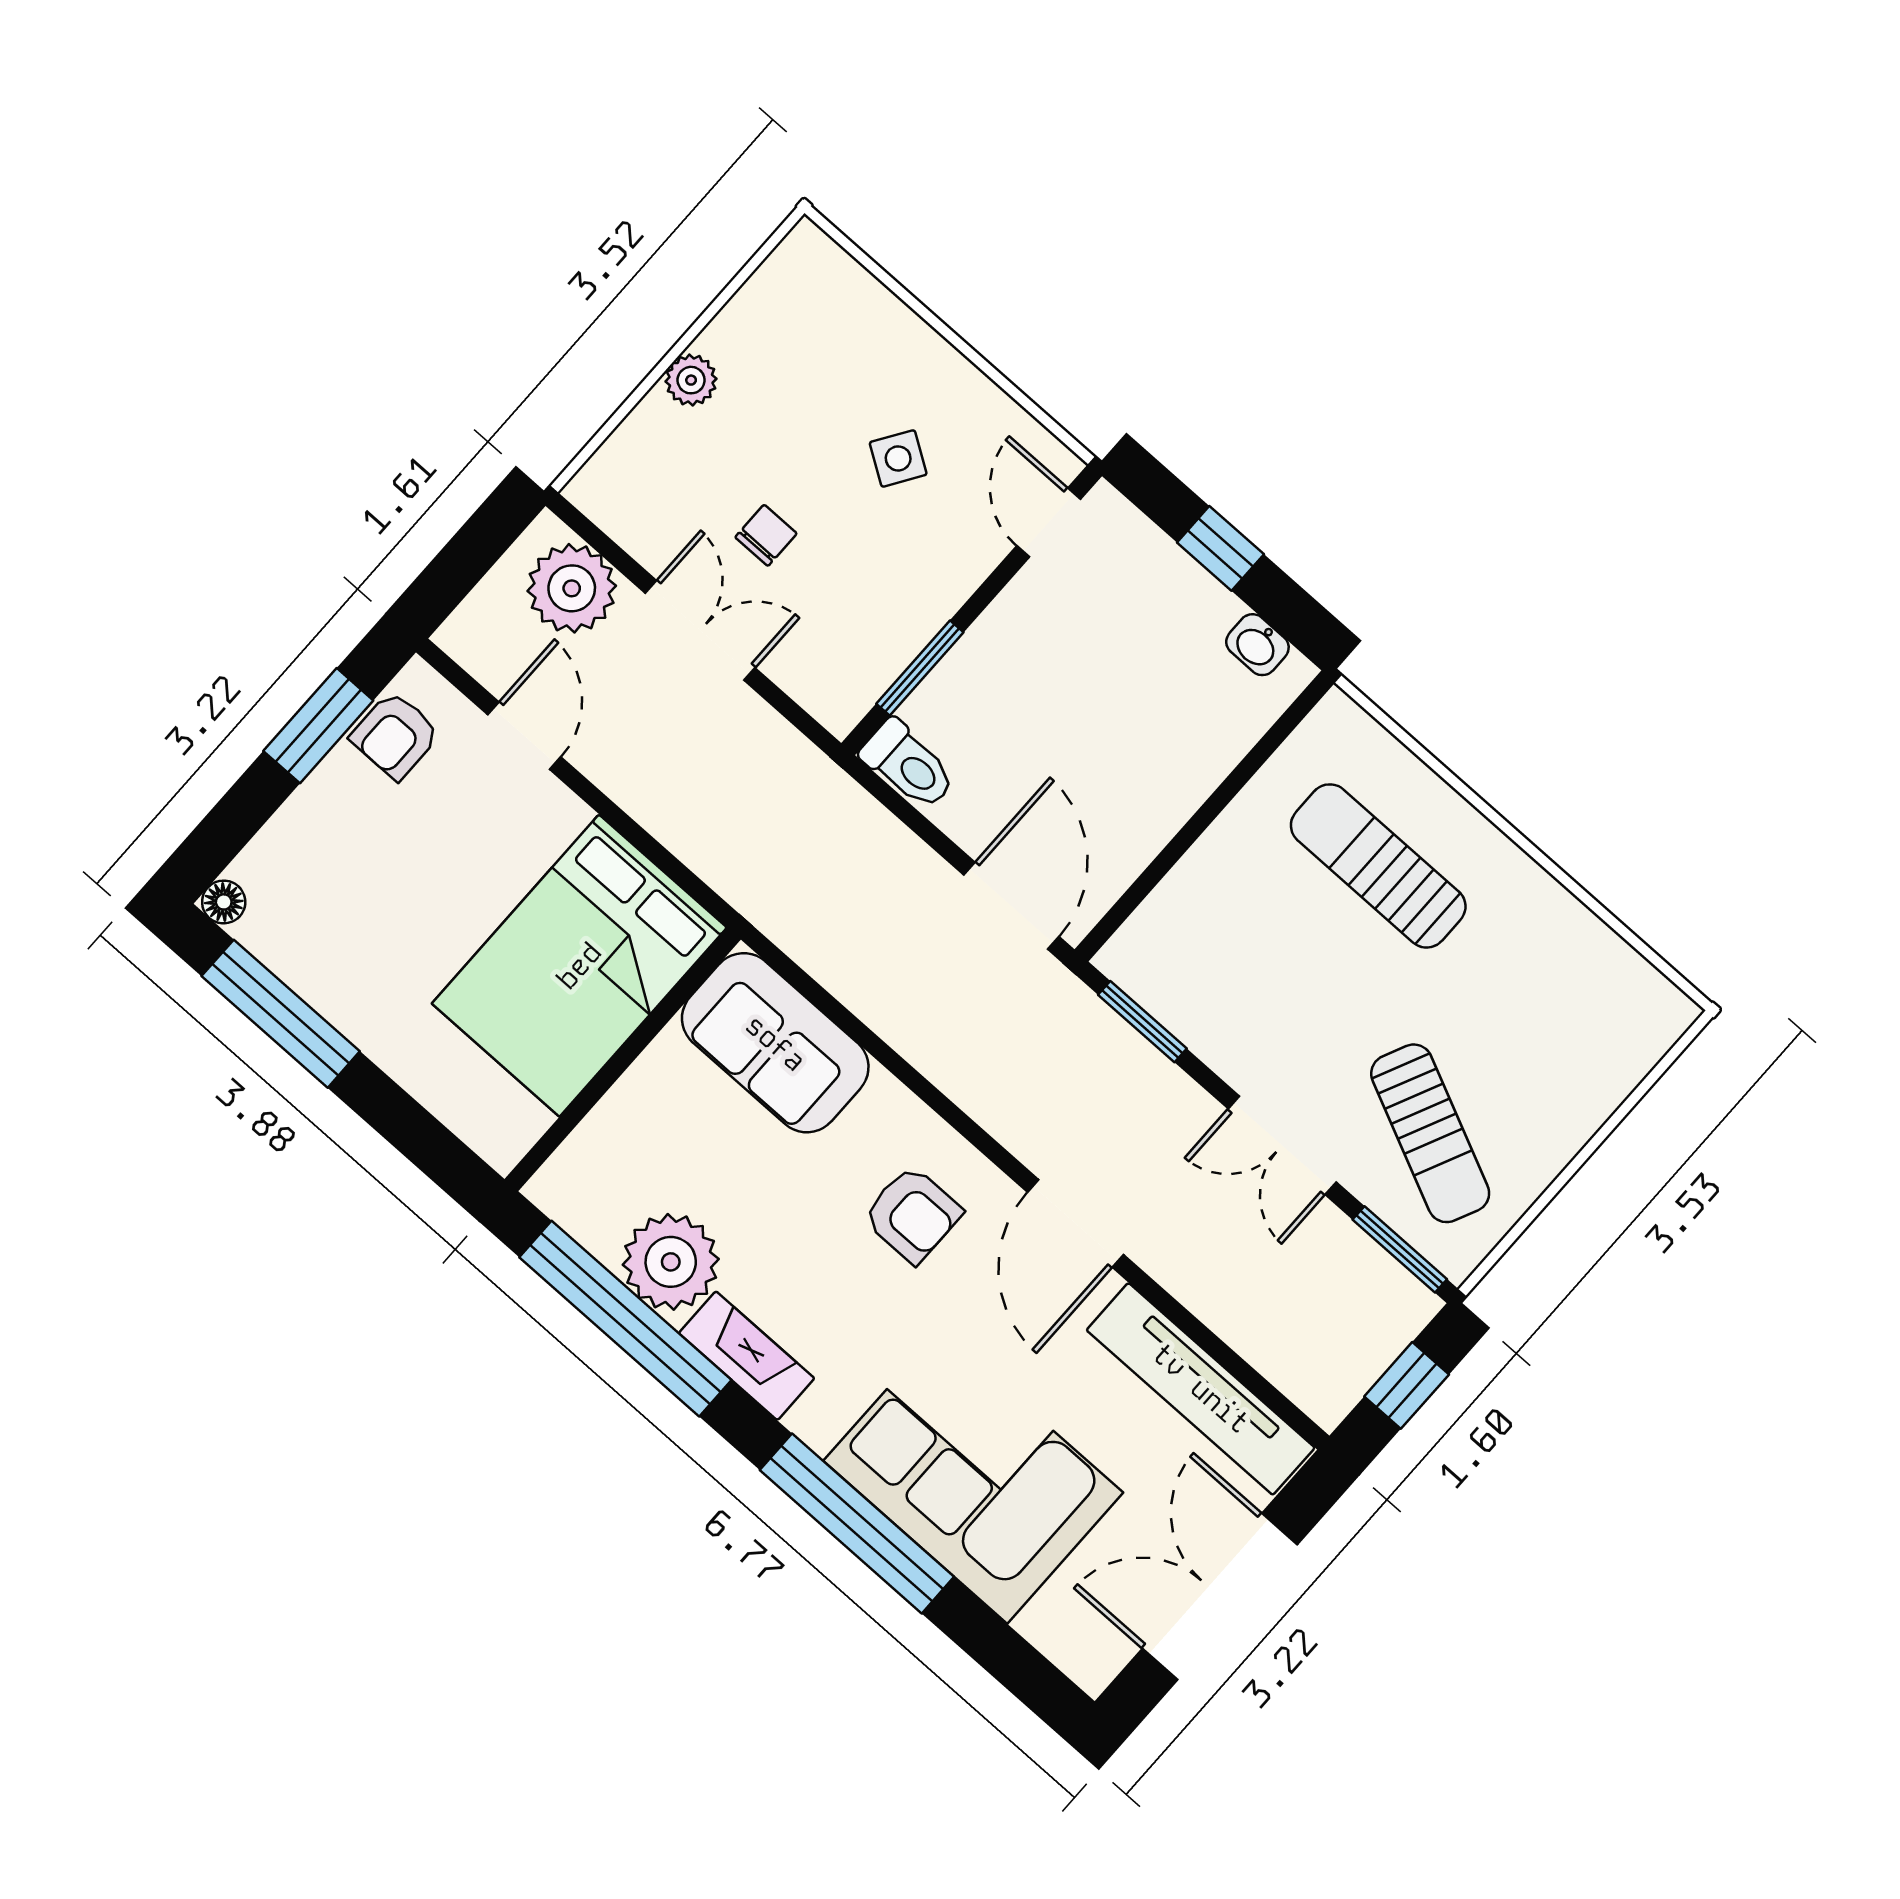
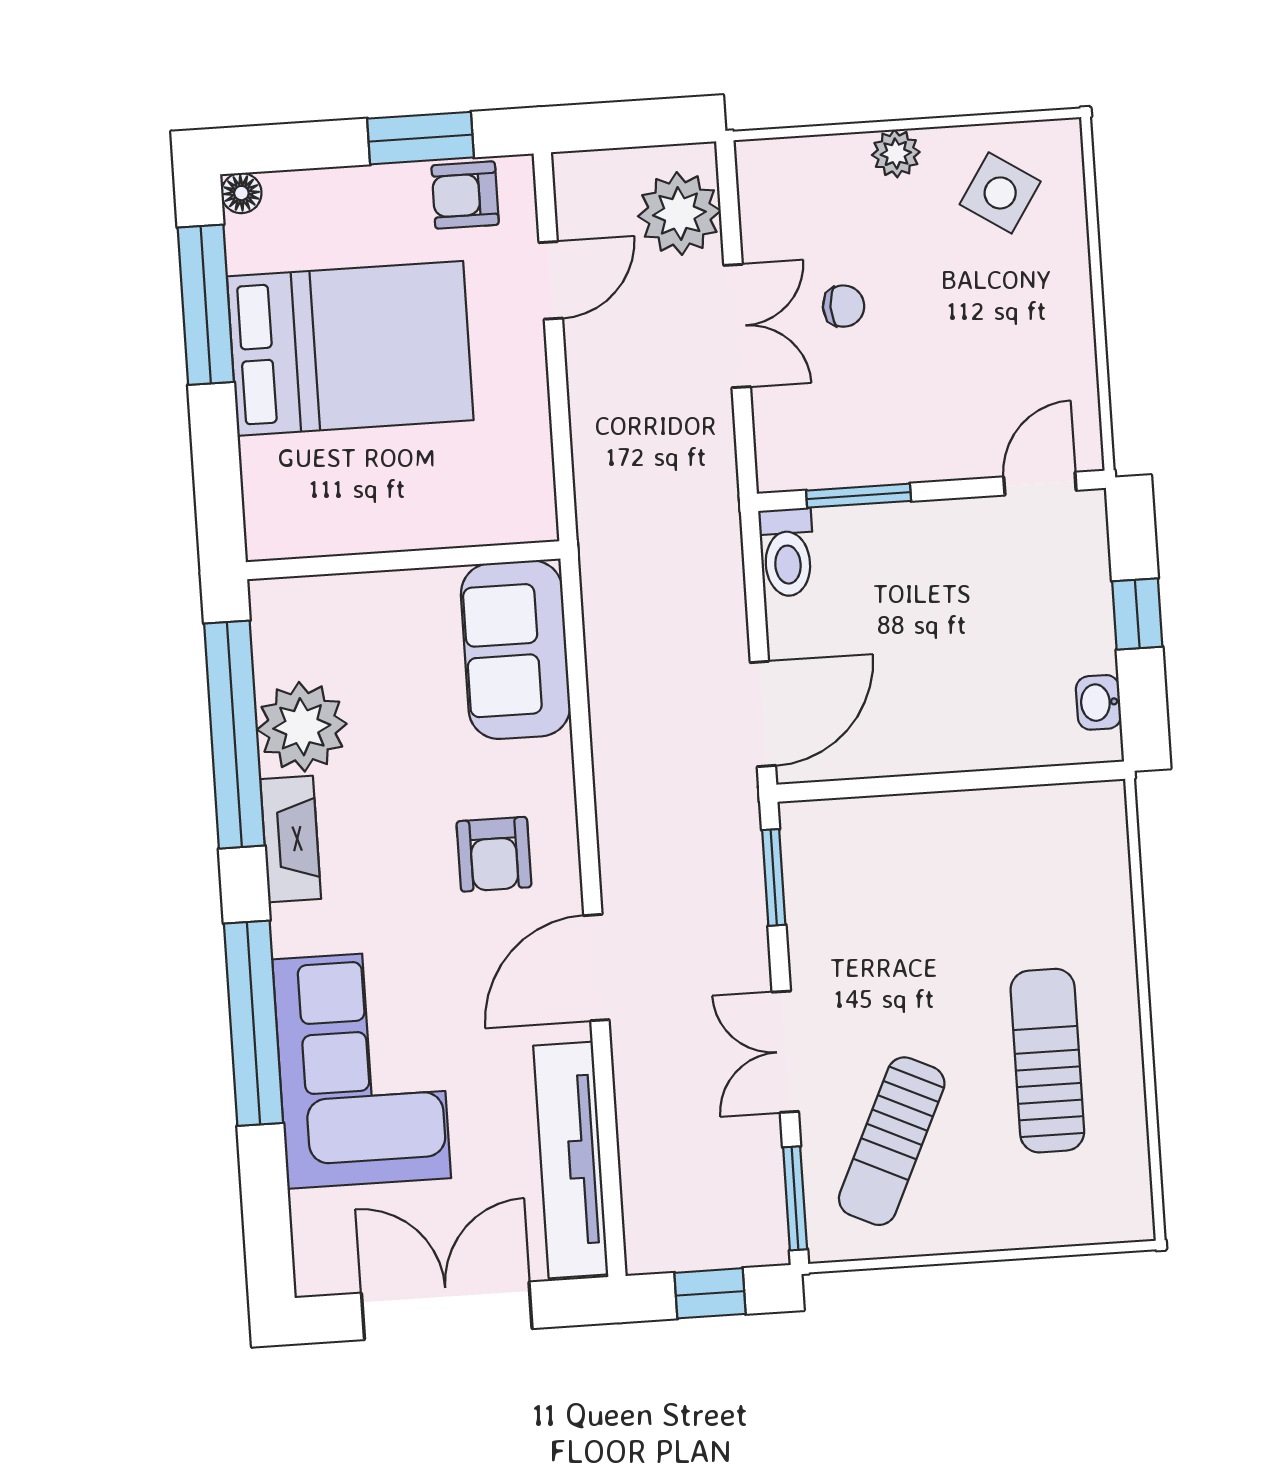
side table: (898, 458) -> (1000, 193), moved, width x1.37, depth x1.37
sun lounger: (1378, 866) -> (1047, 1061), moved
bed: (579, 966) -> (350, 348), moved, turned 180

